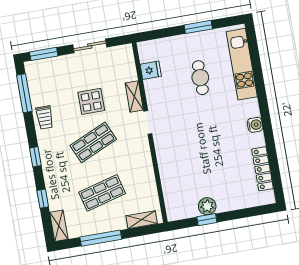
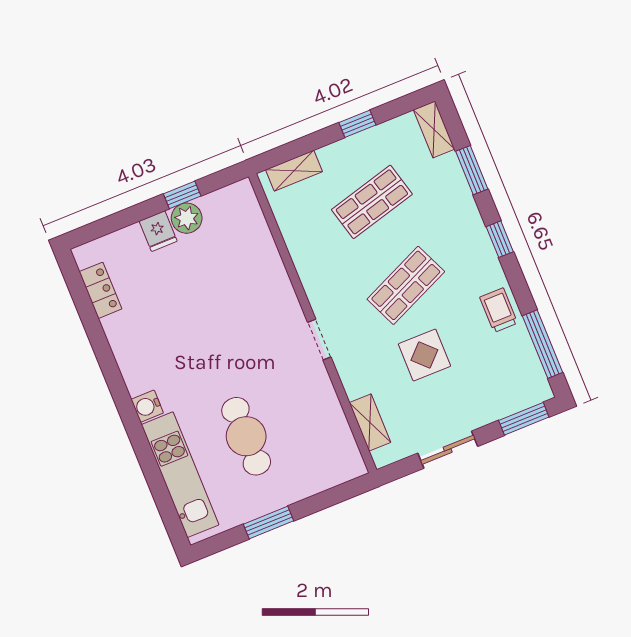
fridge: (151, 70) -> (158, 231), moved, turned -90
cafe table: (200, 78) -> (246, 436), width x1.37, depth x1.35
shelving: (134, 97) -> (370, 422), moved
water cooler: (255, 125) -> (147, 406), moved
locker: (263, 169) -> (100, 290), width x0.66
window: (43, 199) -> (472, 170), width x1.50
window: (101, 238) -> (357, 124), width x0.46

